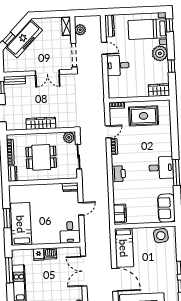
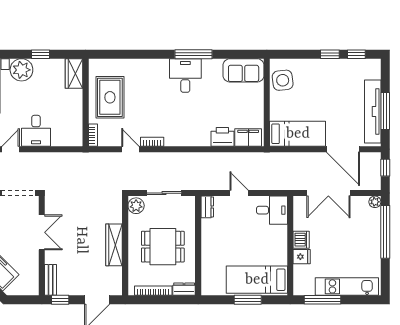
dining table: (41, 157) -> (163, 247), turned 90
printer: (119, 174) -> (222, 137), moved
door: (115, 280) -> (343, 149), swing flipped

